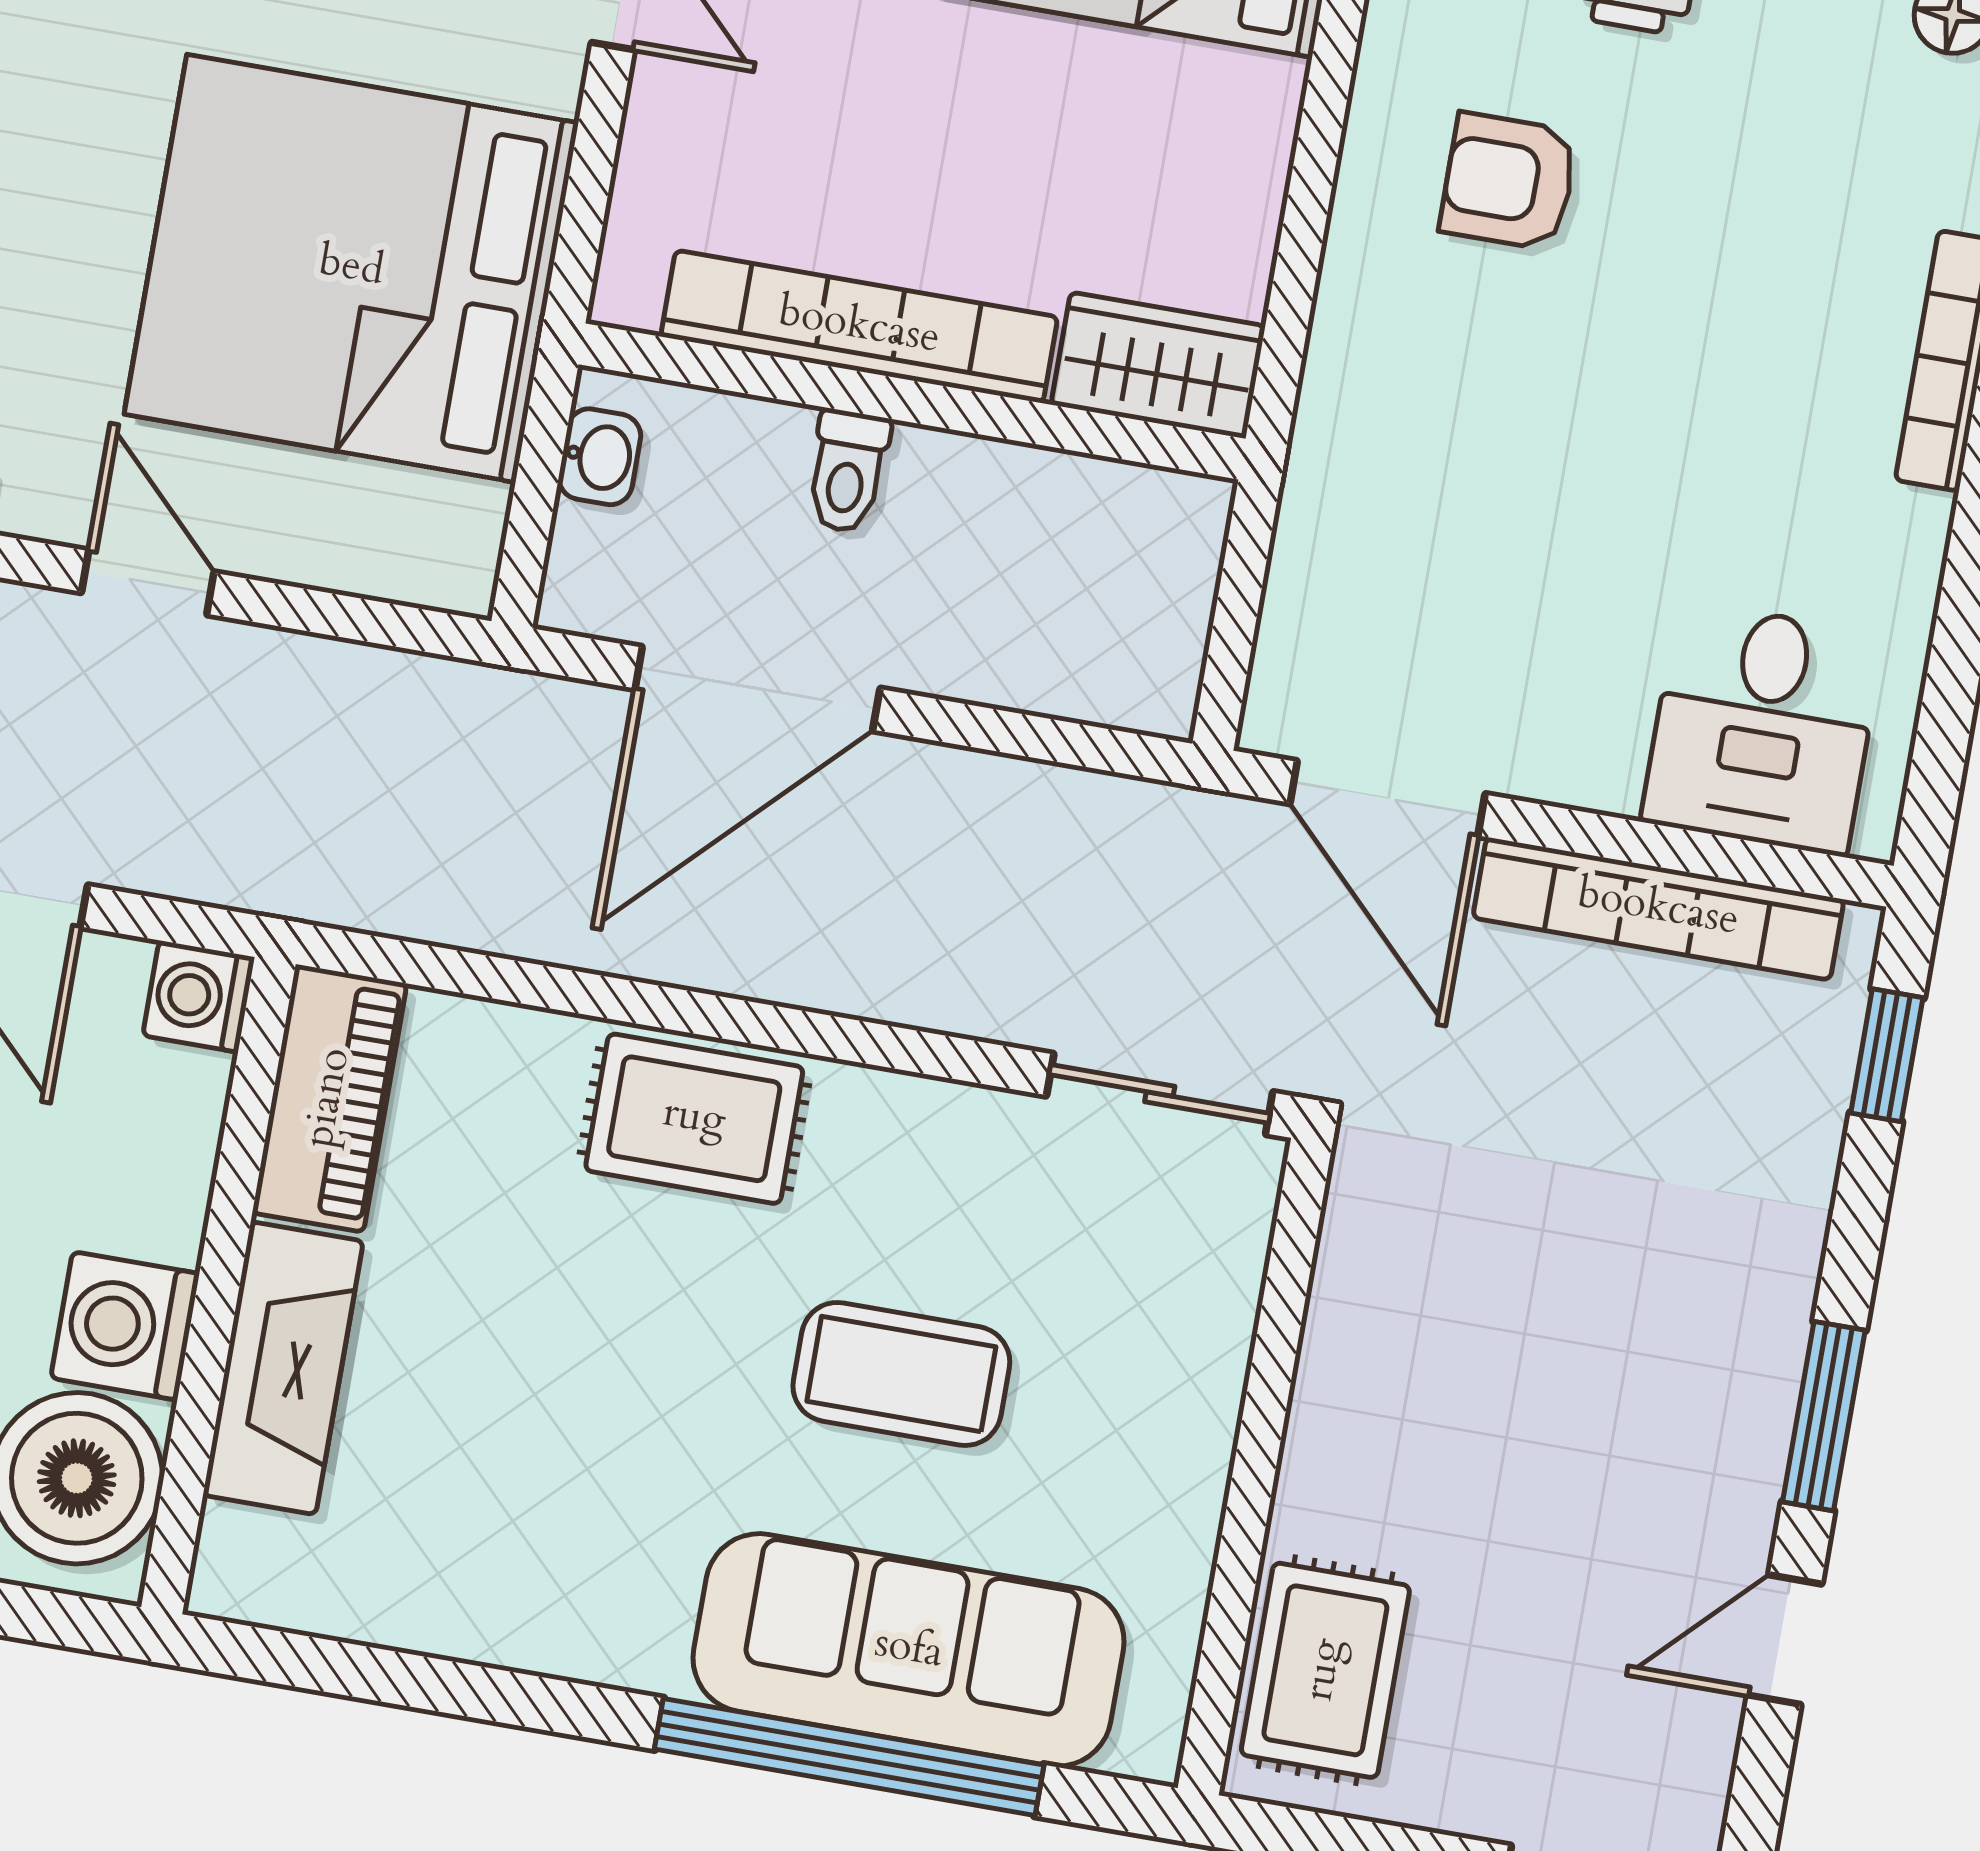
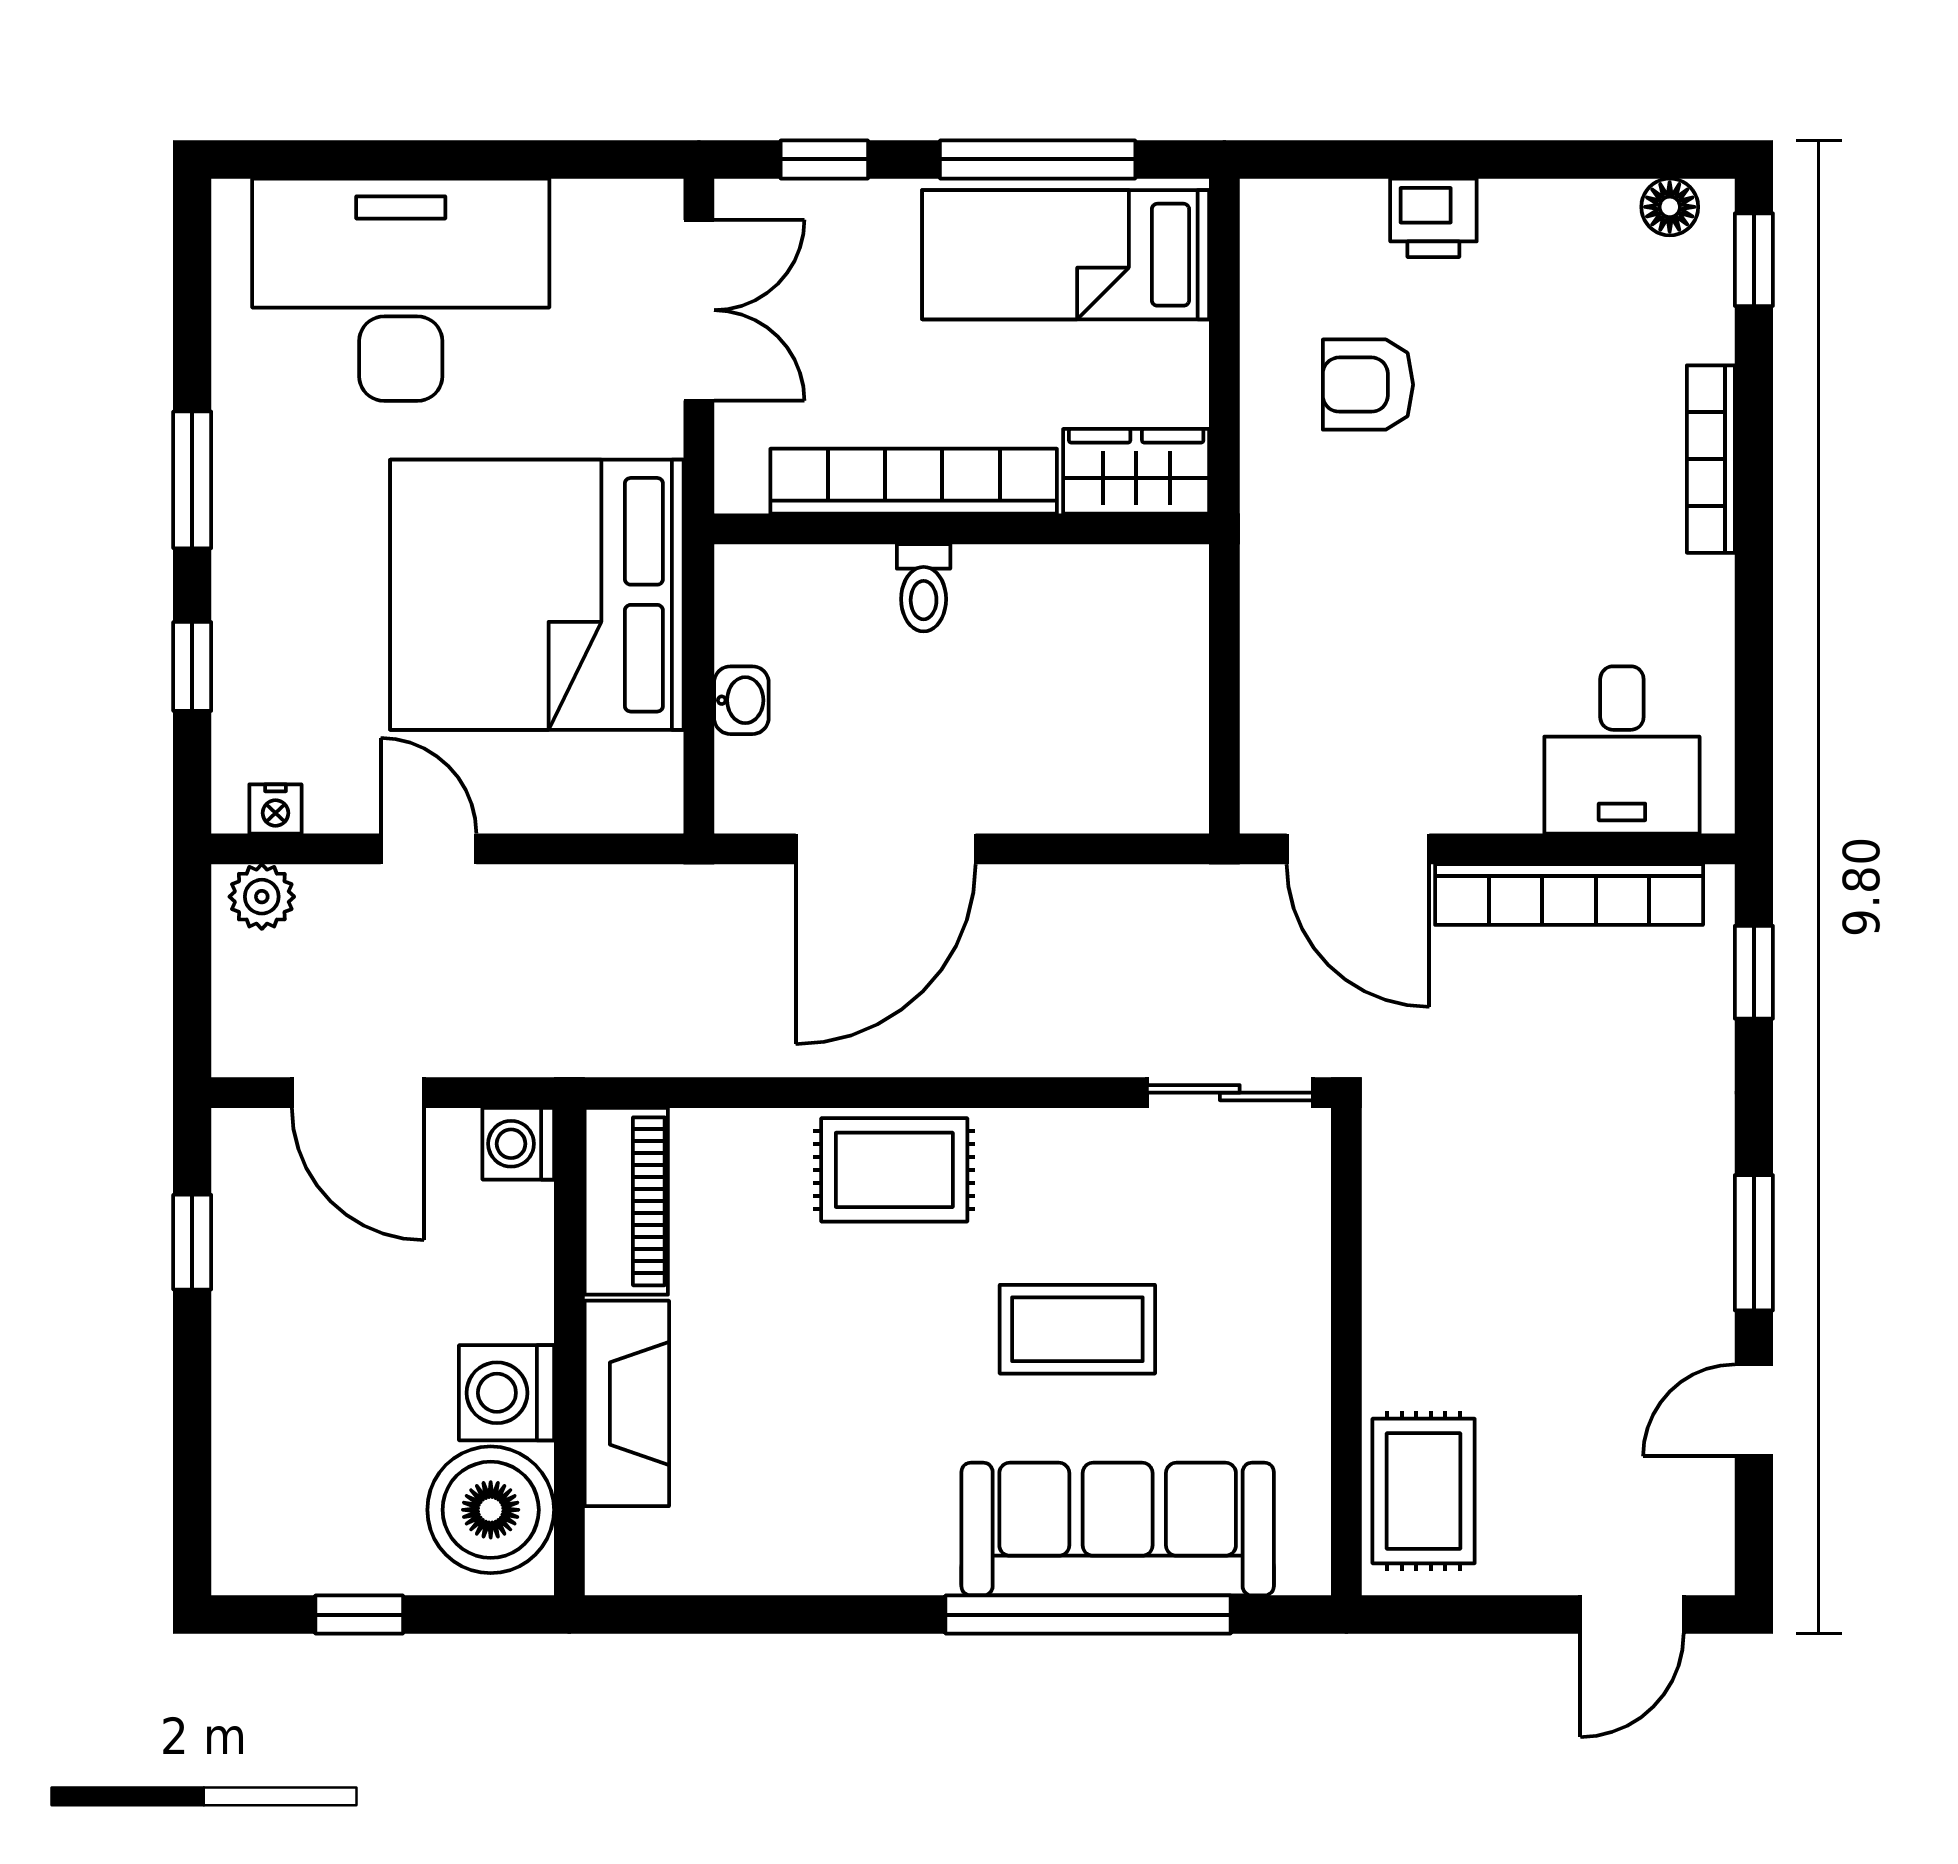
bookcase: (859, 327) -> (914, 481), moved
wardrobe: (1158, 365) -> (1136, 471), moved
wall: (912, 402) -> (962, 529), moved
toilet: (848, 471) -> (924, 588), moved

